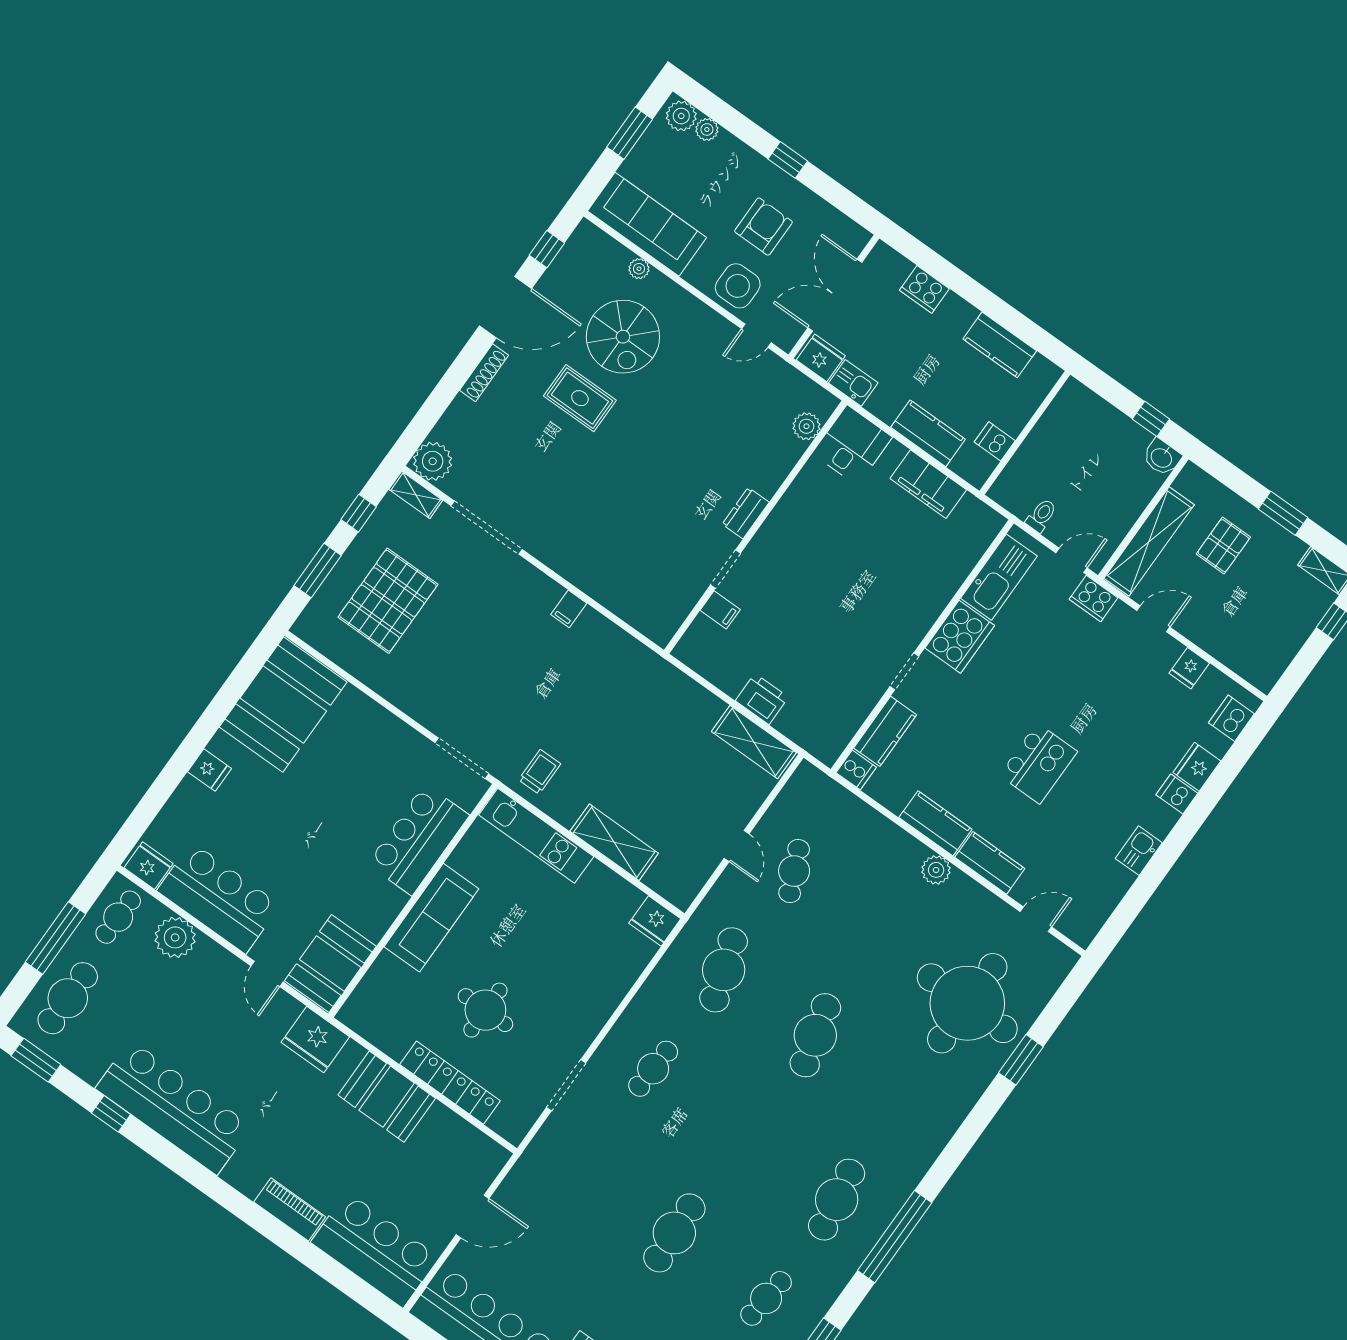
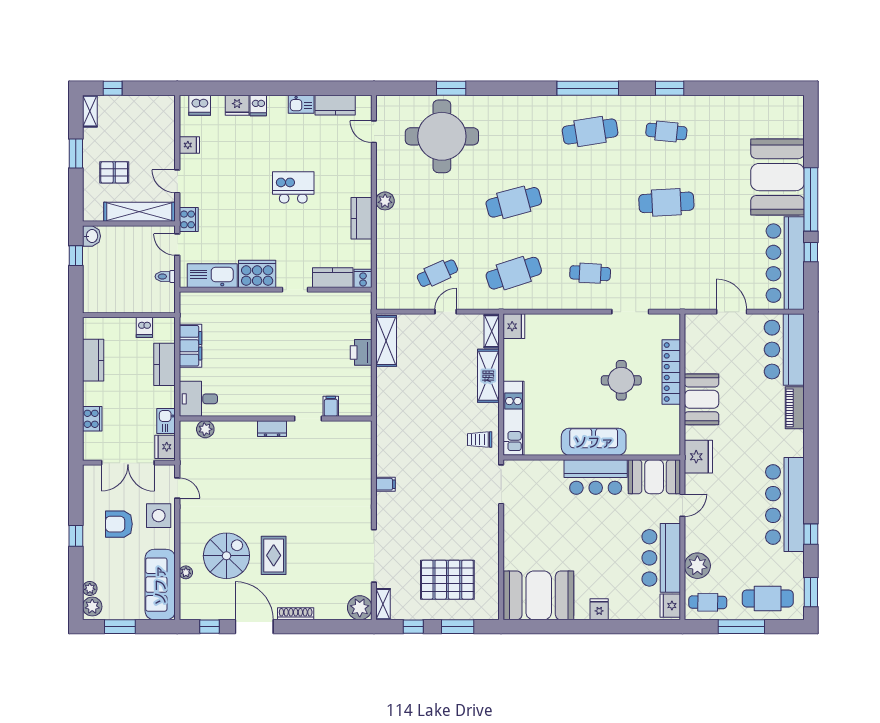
bar counter: (418, 840) -> (596, 477), moved
kitchen counter: (990, 863) -> (335, 105), moved, turned -90
shelving: (669, 887) -> (492, 331), added

